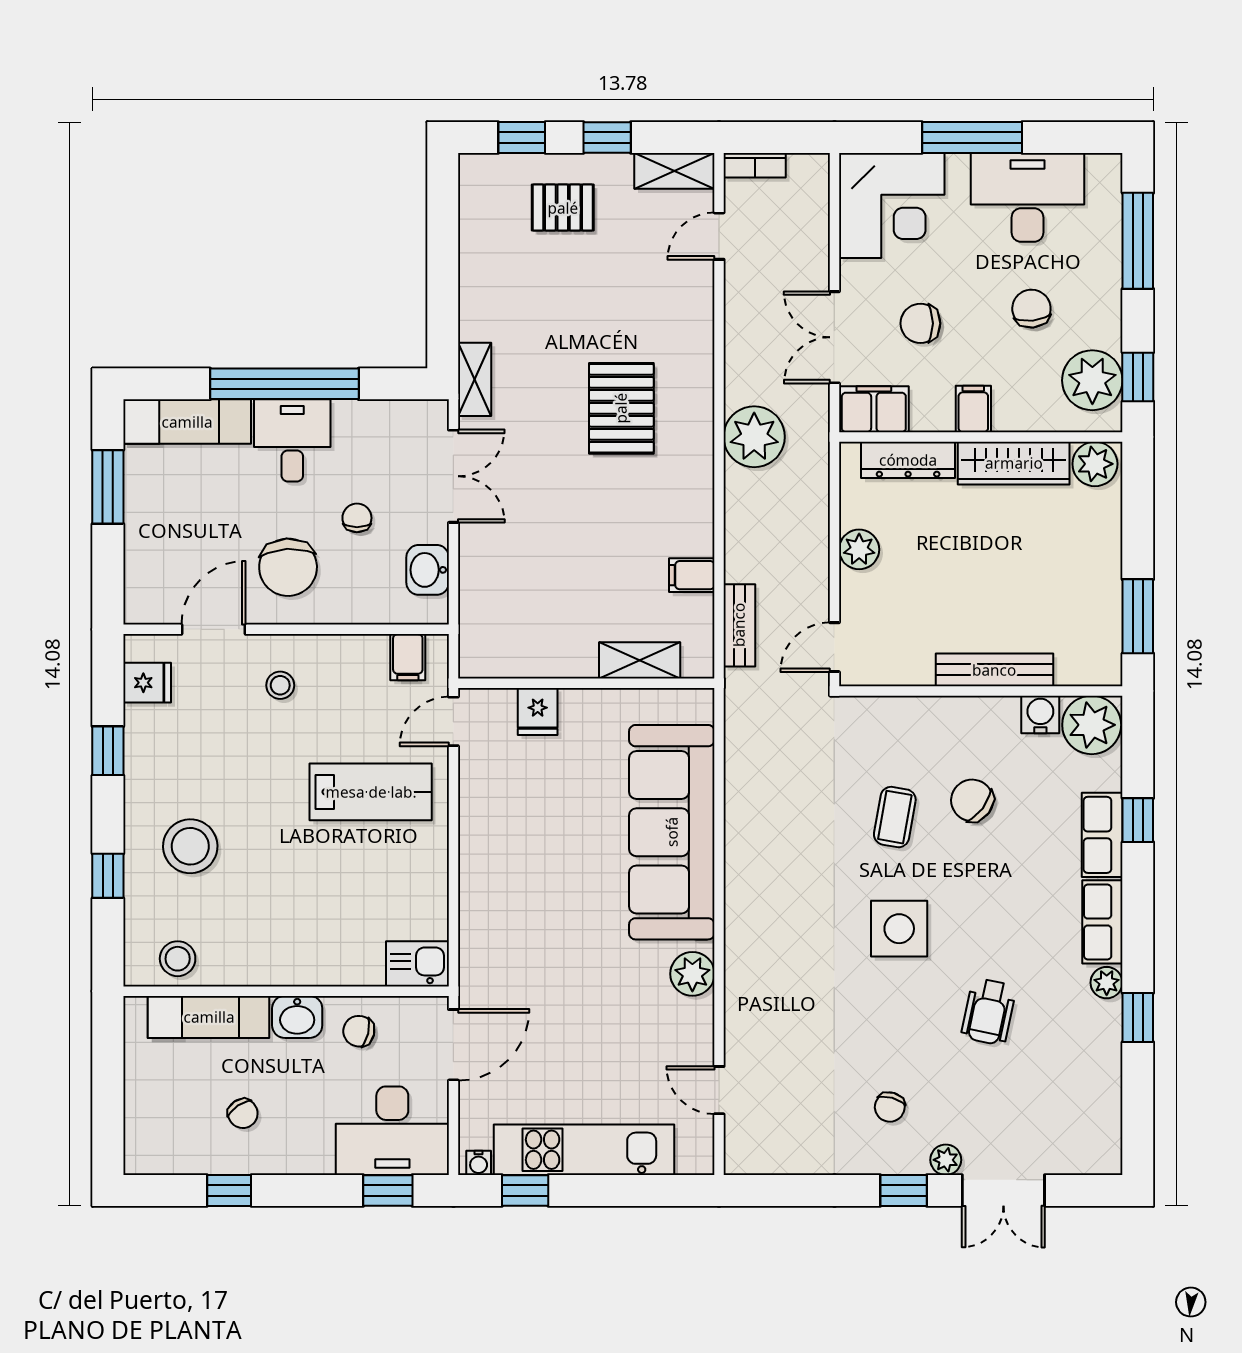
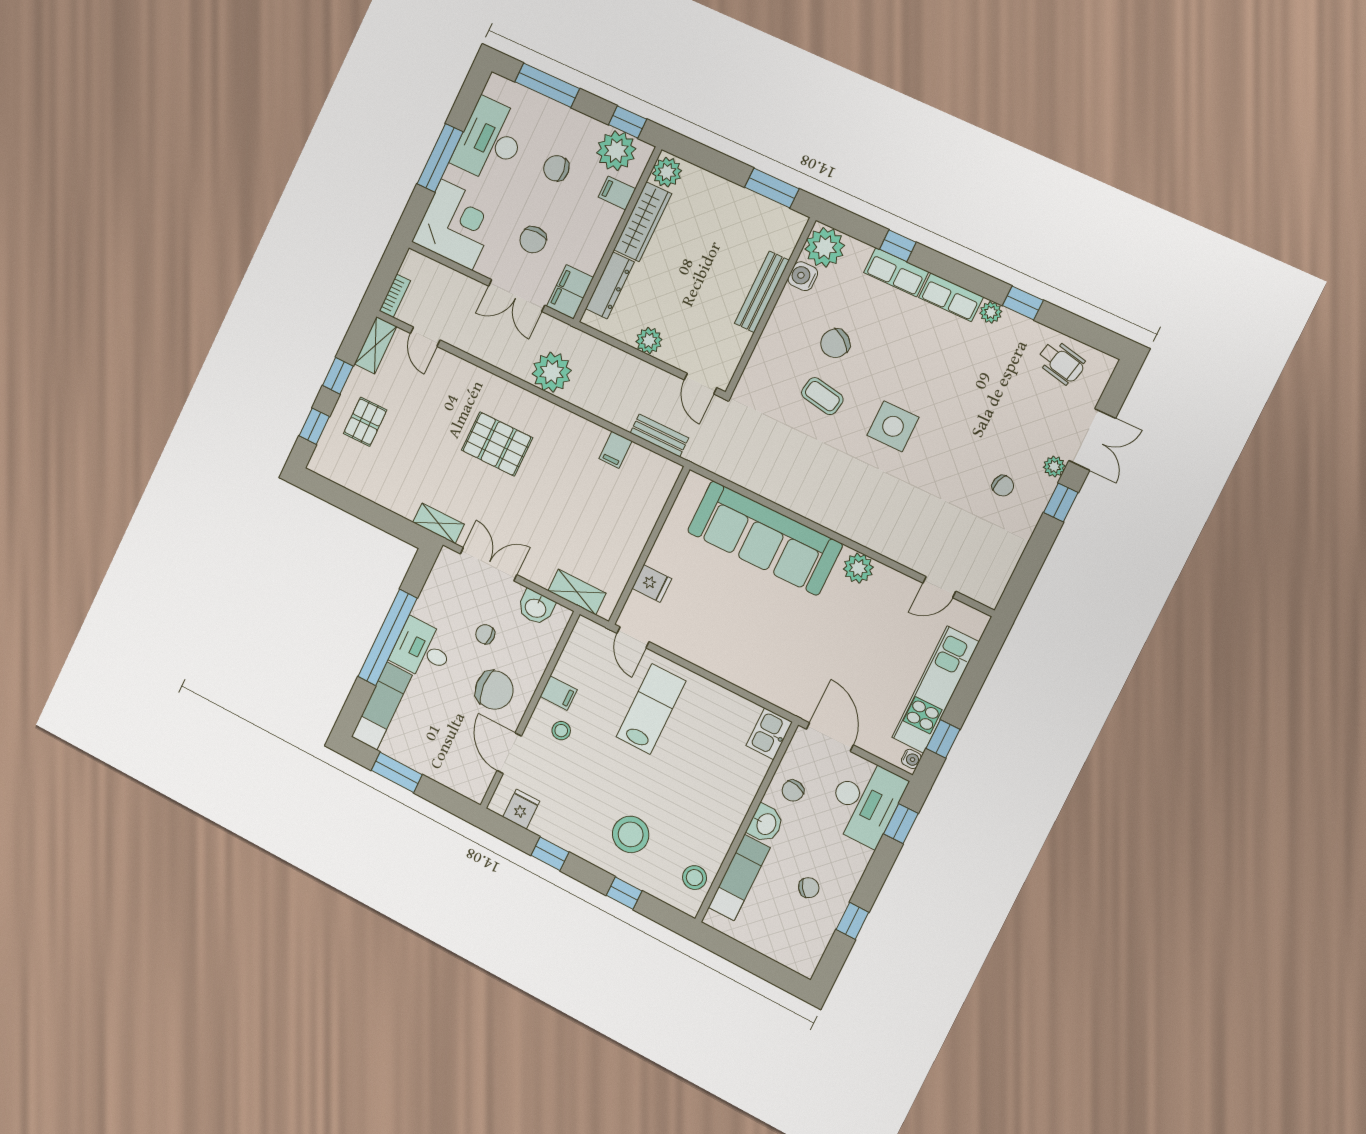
filing cabinet: (973, 409) -> (617, 193), moved
filing cabinet: (408, 657) -> (559, 693), moved
shelving: (640, 660) -> (577, 592), moved, turned 90
wheelchair: (989, 1012) -> (1061, 362), moved

